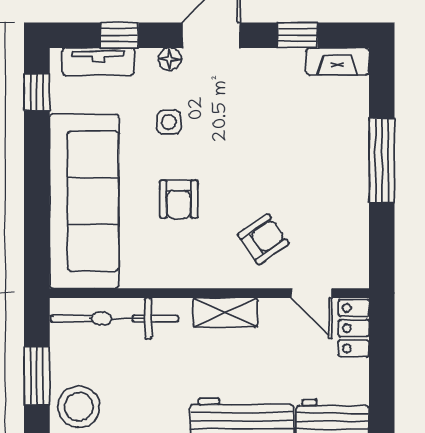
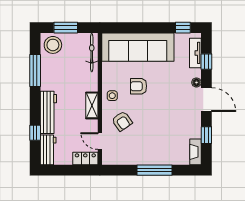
side table: (169, 122) -> (112, 96), moved
door: (311, 293) -> (100, 141), hinge flipped
bicycle: (114, 319) -> (92, 53), width x0.73, depth x0.71

